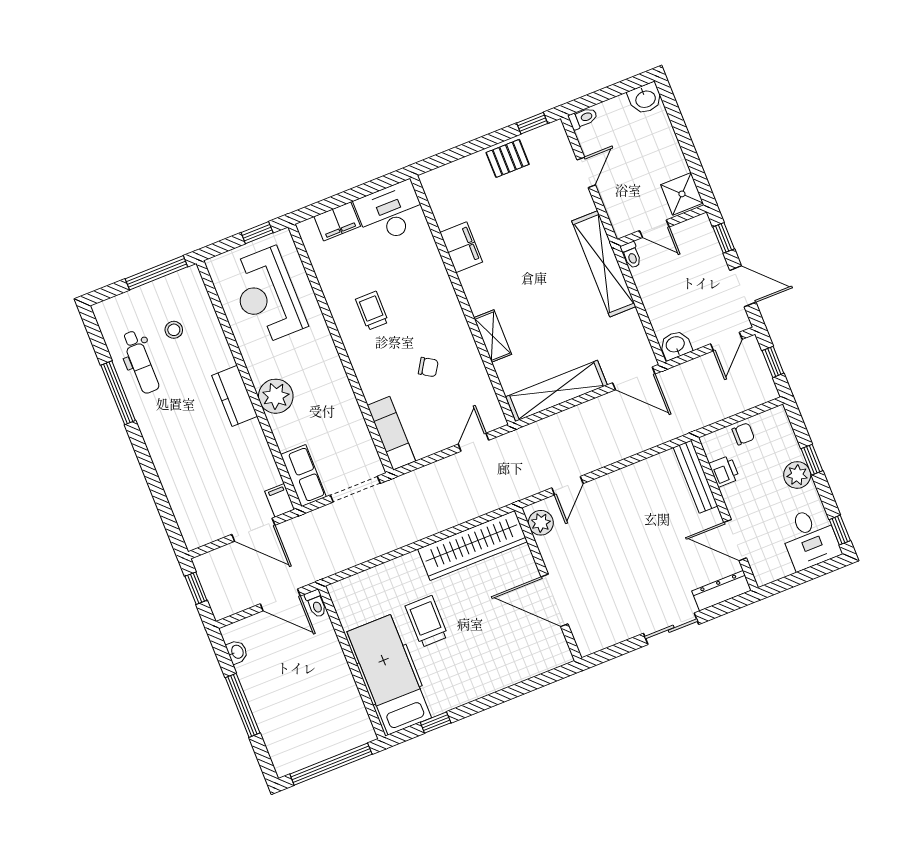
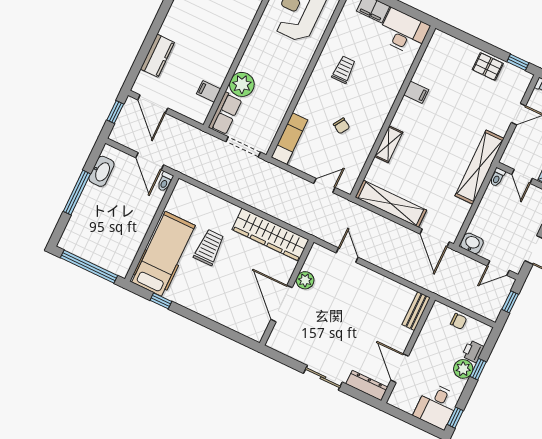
filing cabinet: (461, 247) -> (416, 92), width x0.50
kitchen counter: (235, 396) -> (157, 56), moved, turned 180
plant: (276, 396) -> (242, 84), moved
printer: (724, 471) -> (473, 351), moved, turned 180
bench: (695, 477) -> (416, 311), width x0.73
door: (567, 486) -> (347, 255), swing flipped
filing cabinet: (280, 500) -> (209, 91), moved, turned -90
plant: (541, 523) -> (305, 280), moved
door: (253, 530) -> (153, 104), moved
washbasin: (237, 652) -> (101, 171), width x1.91, depth x1.45

